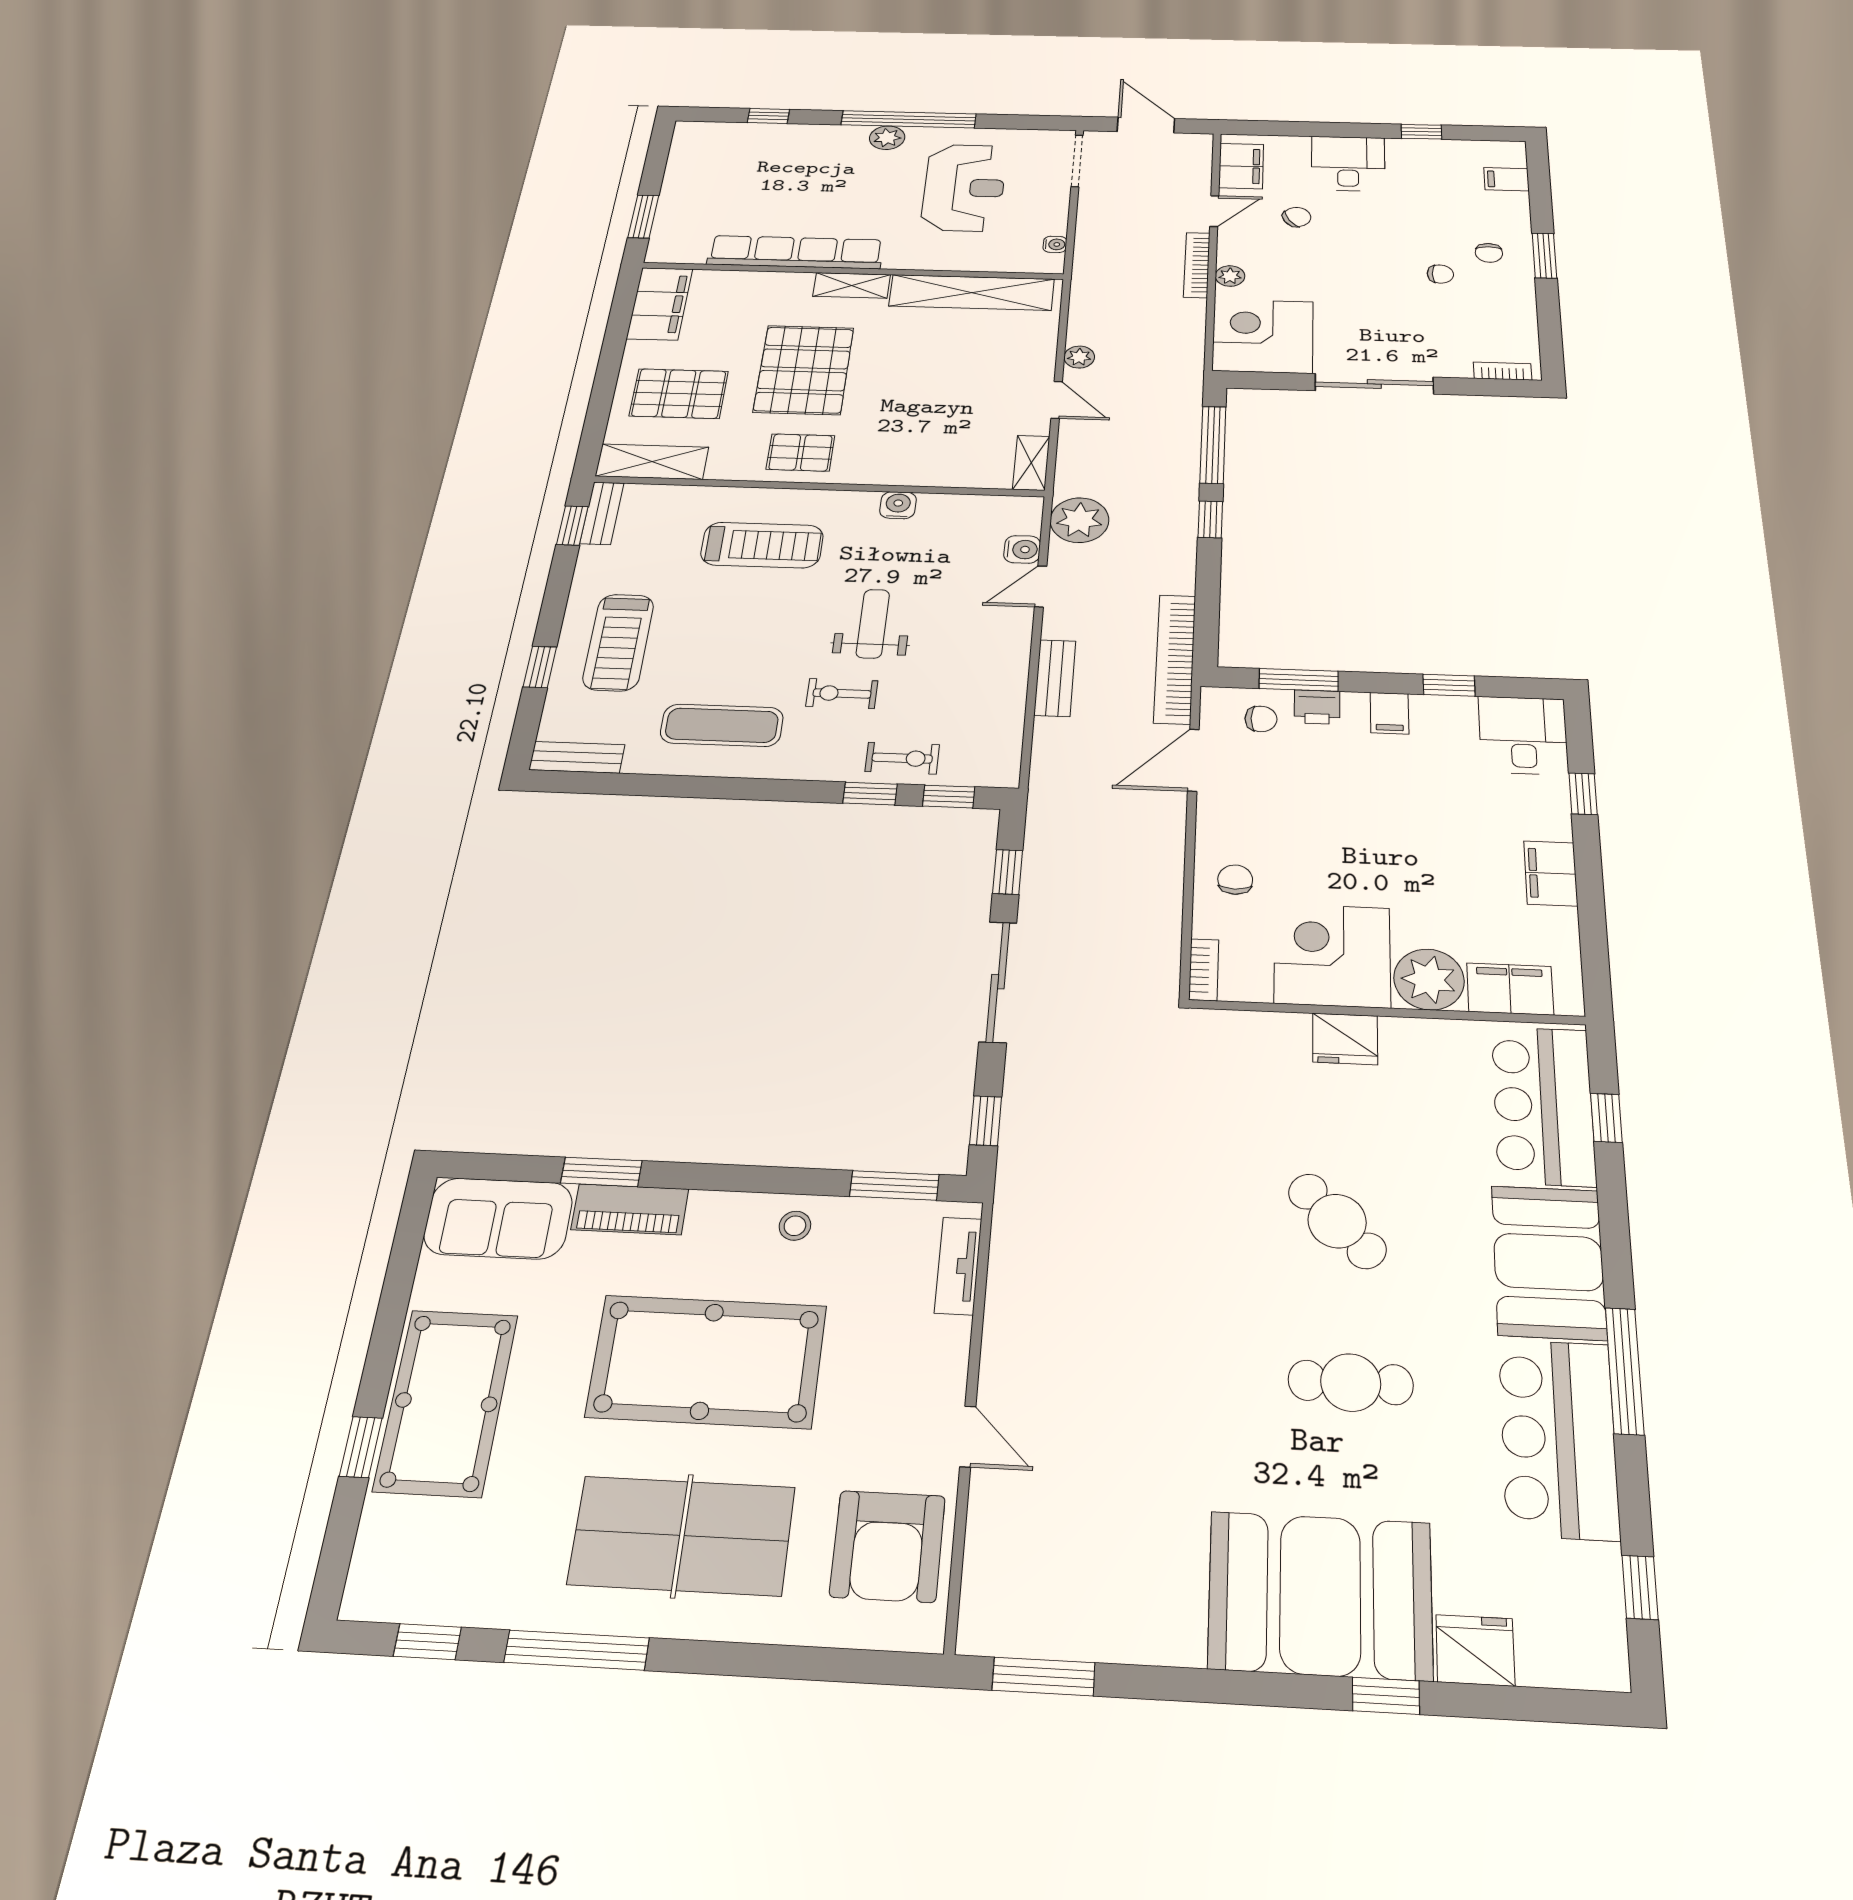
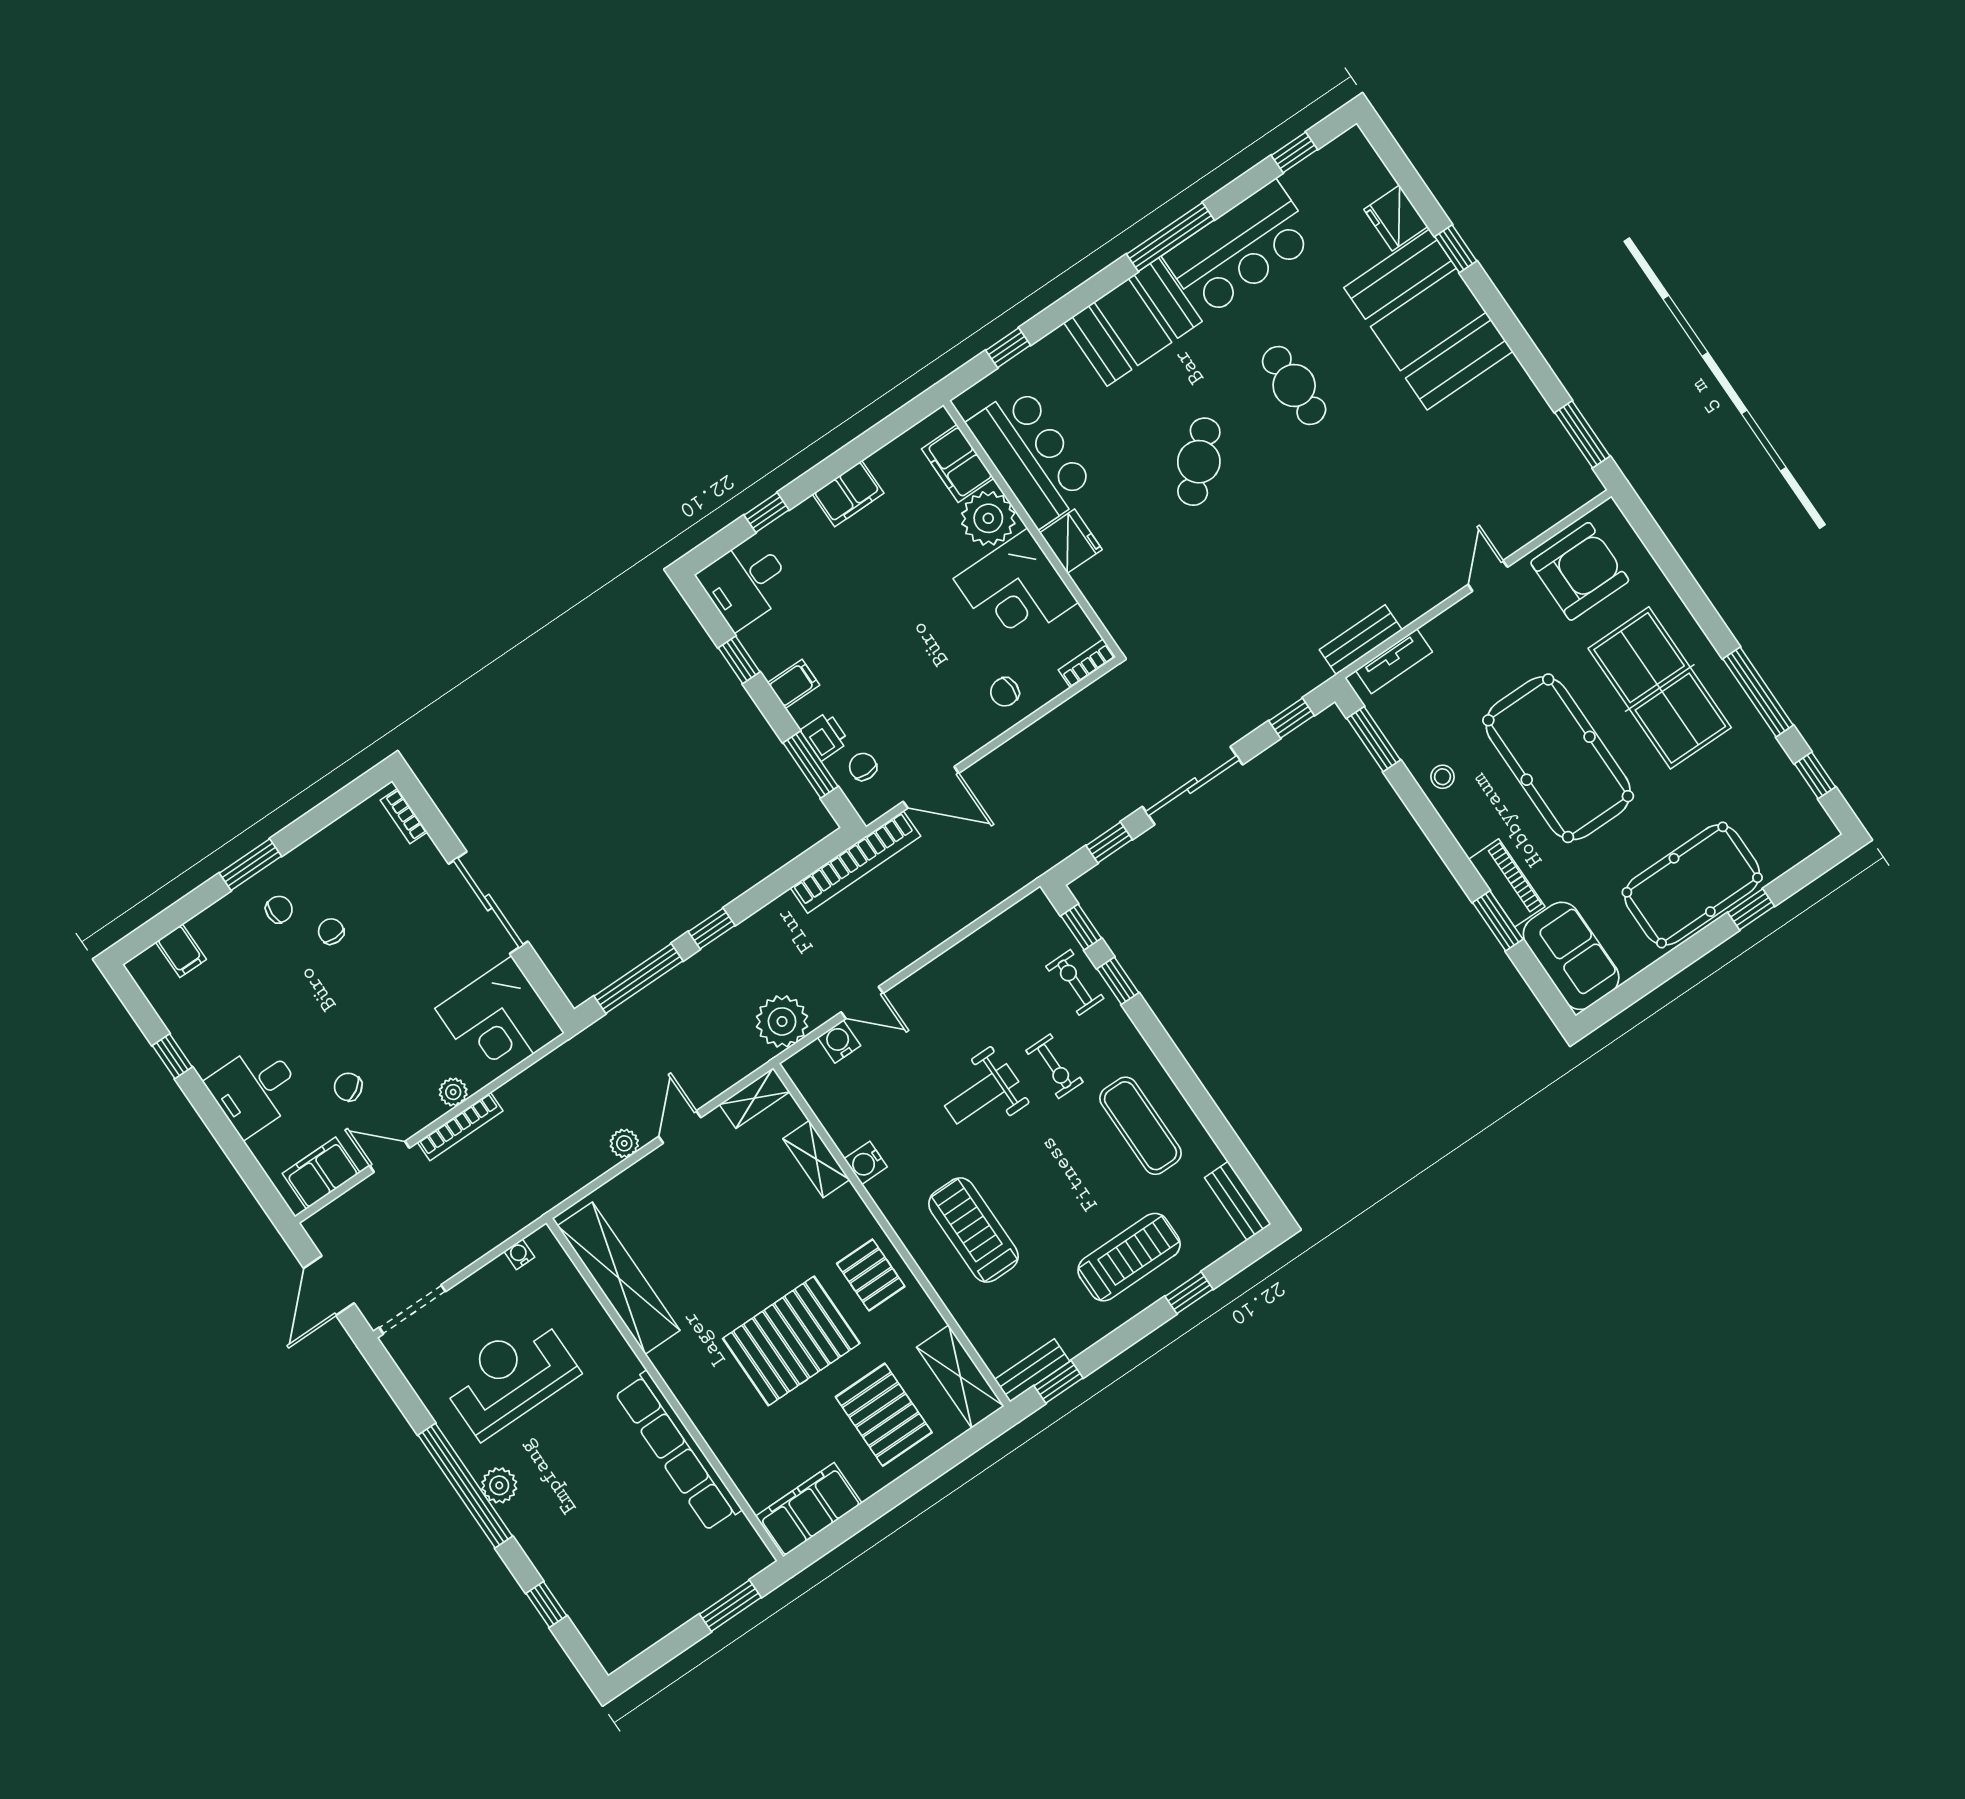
shelving: (852, 285) -> (816, 1159), moved
bench: (1055, 678) -> (1361, 640), moved
bar counter: (1543, 1105) -> (1031, 456), moved, turned -90

